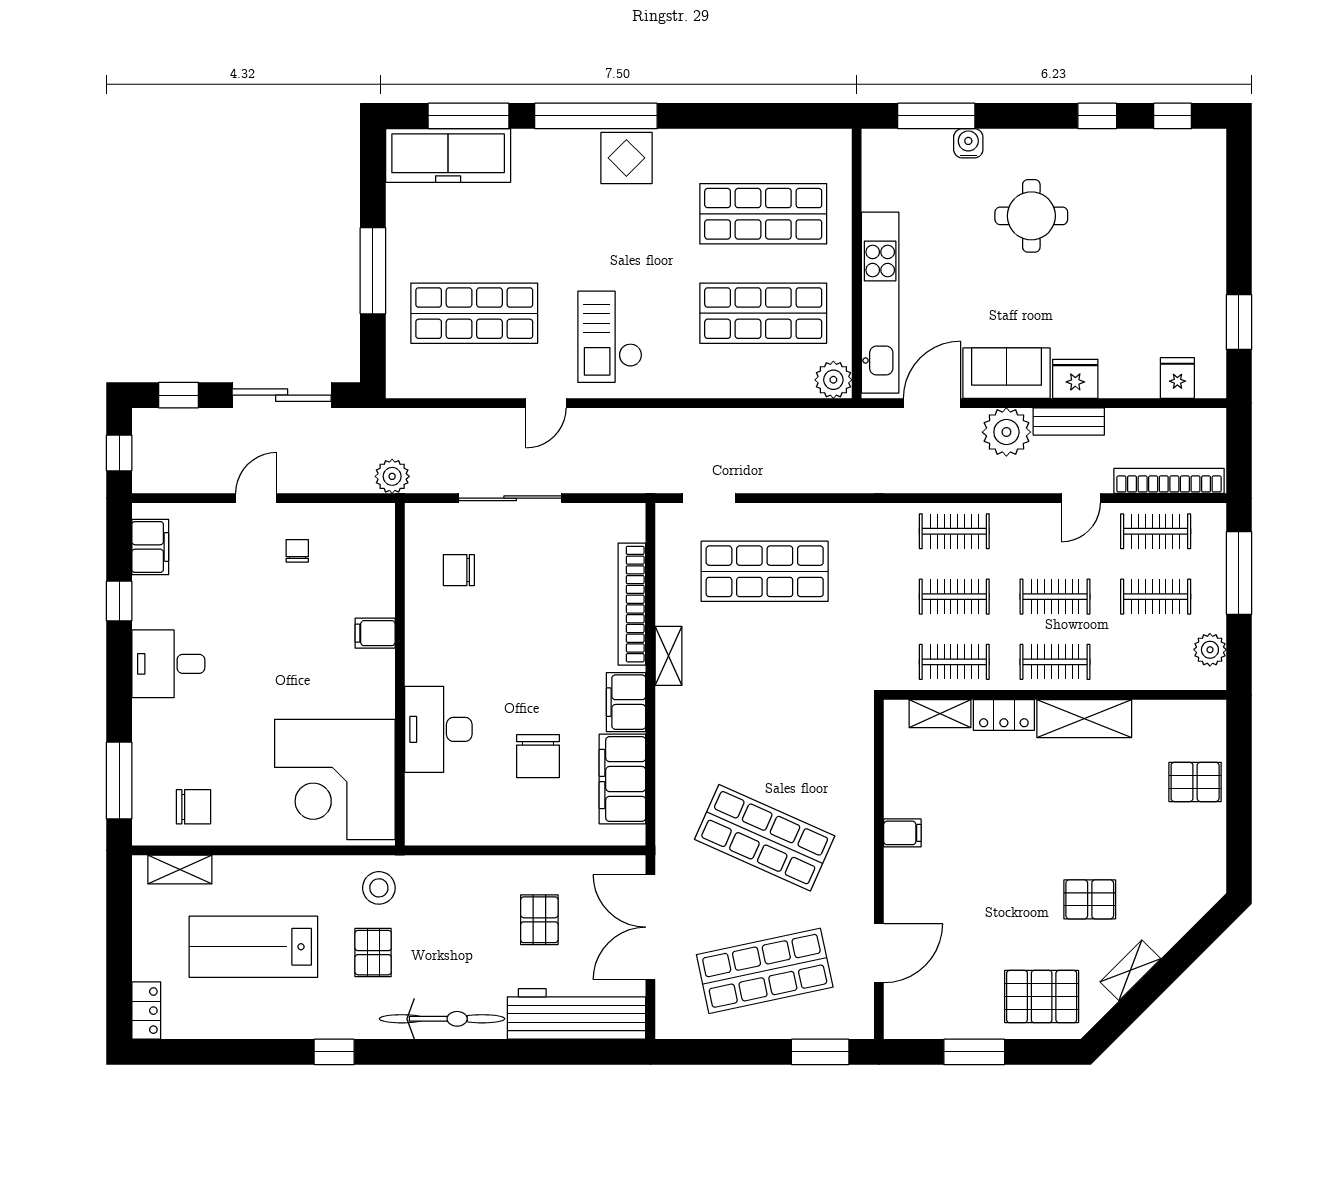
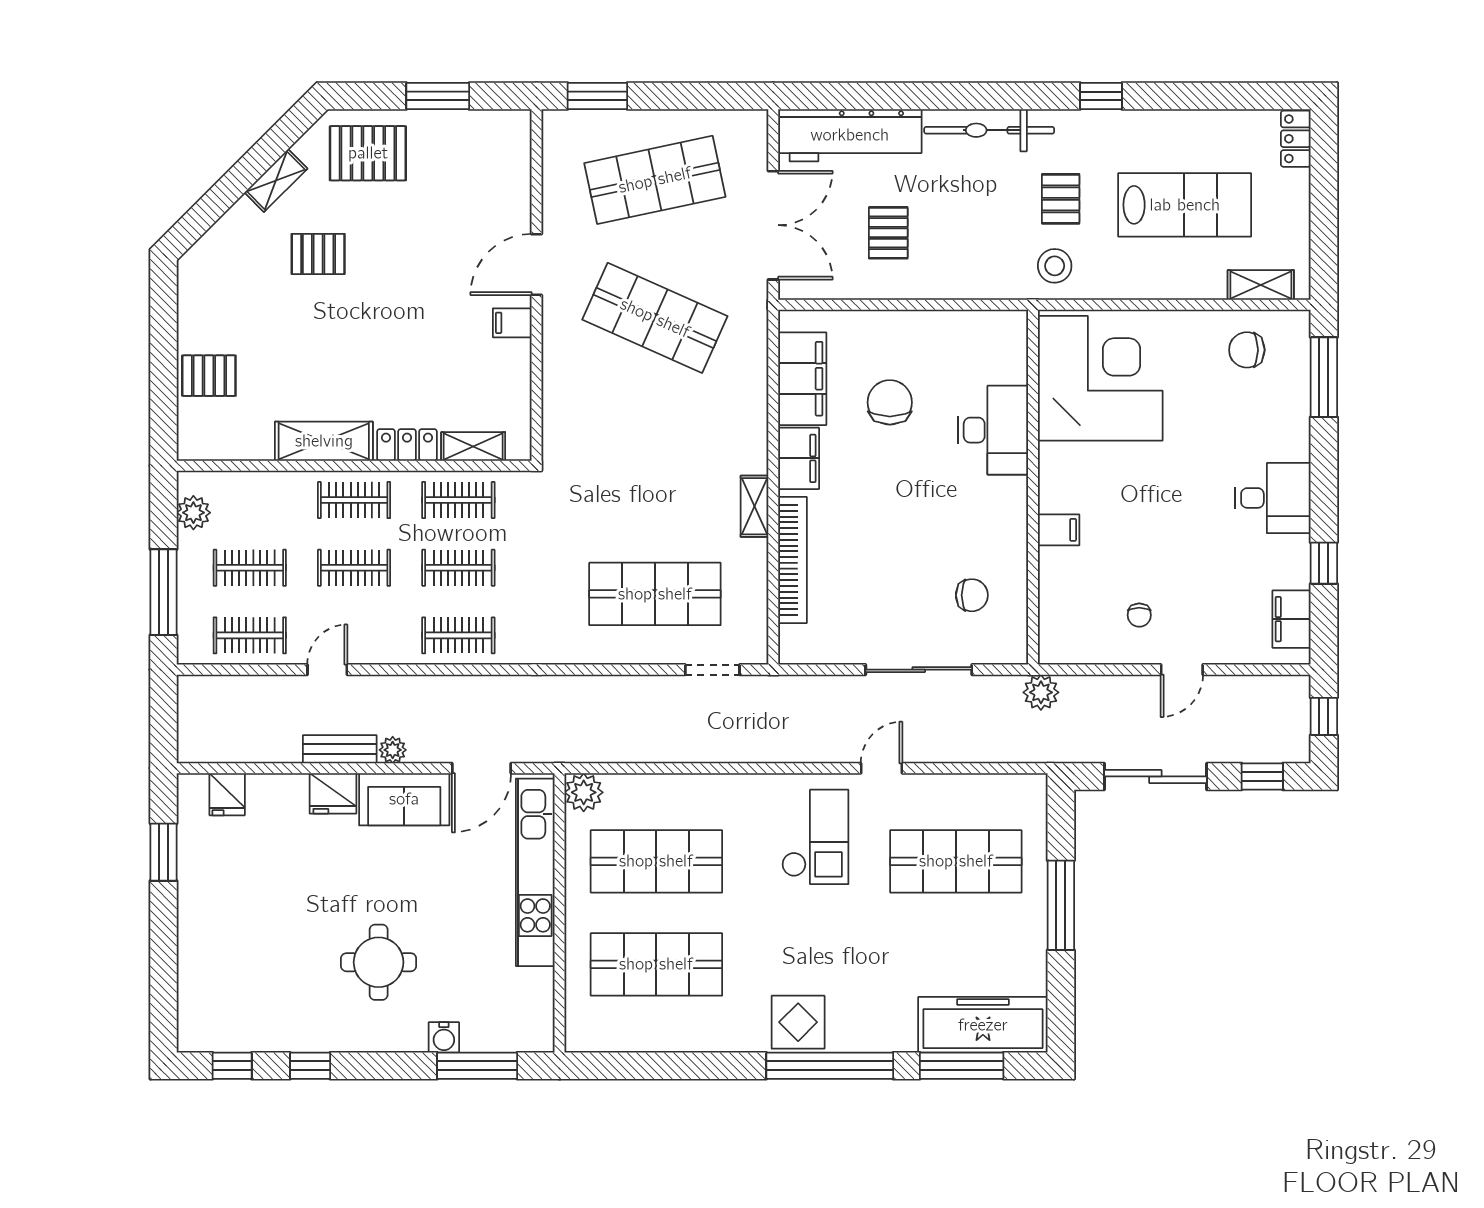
plant: (1006, 432) -> (393, 750), width x0.53, depth x0.53
bookcase: (1169, 481) -> (236, 688), removed
door: (879, 953) -> (537, 264), moved

